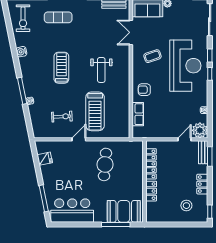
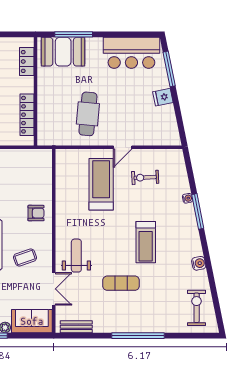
exercise mat: (58, 17) -> (121, 283), moved
weight bench: (101, 70) -> (76, 256), moved
row of seats: (138, 114) -> (45, 181), removed
fridge: (45, 159) -> (163, 97), moved
locker: (151, 191) -> (27, 61), moved

